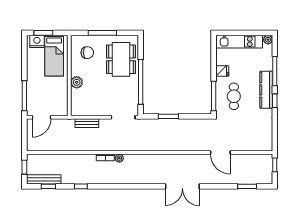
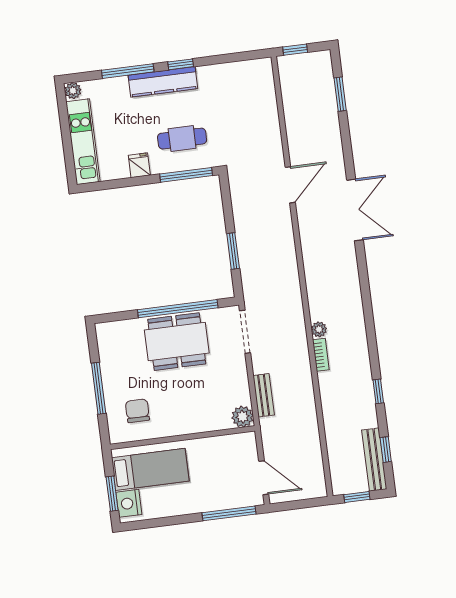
dining table: (121, 59) -> (177, 342), moved
plant: (77, 82) -> (242, 417), moved
door: (220, 153) -> (290, 185), moved

